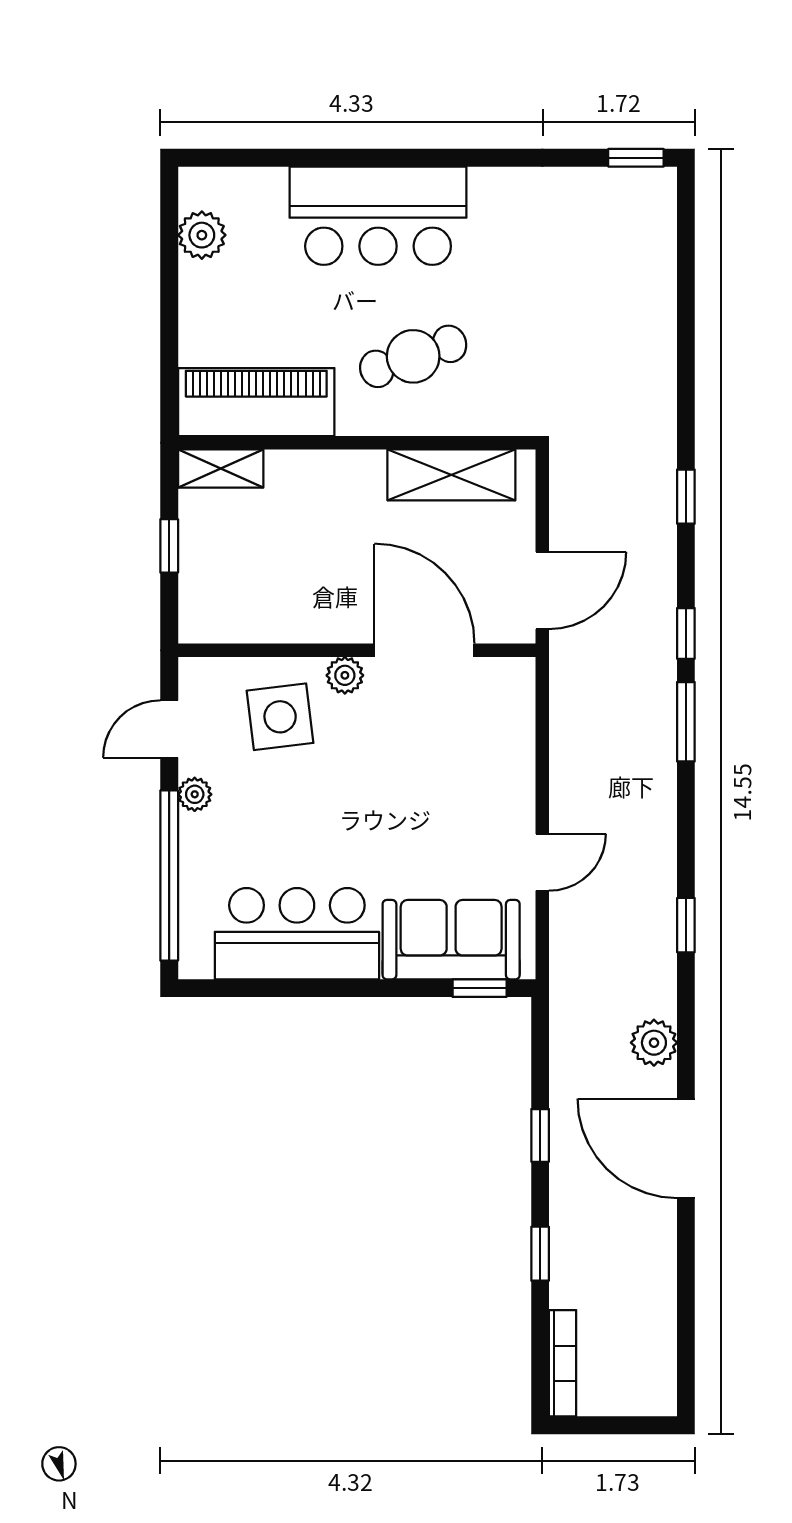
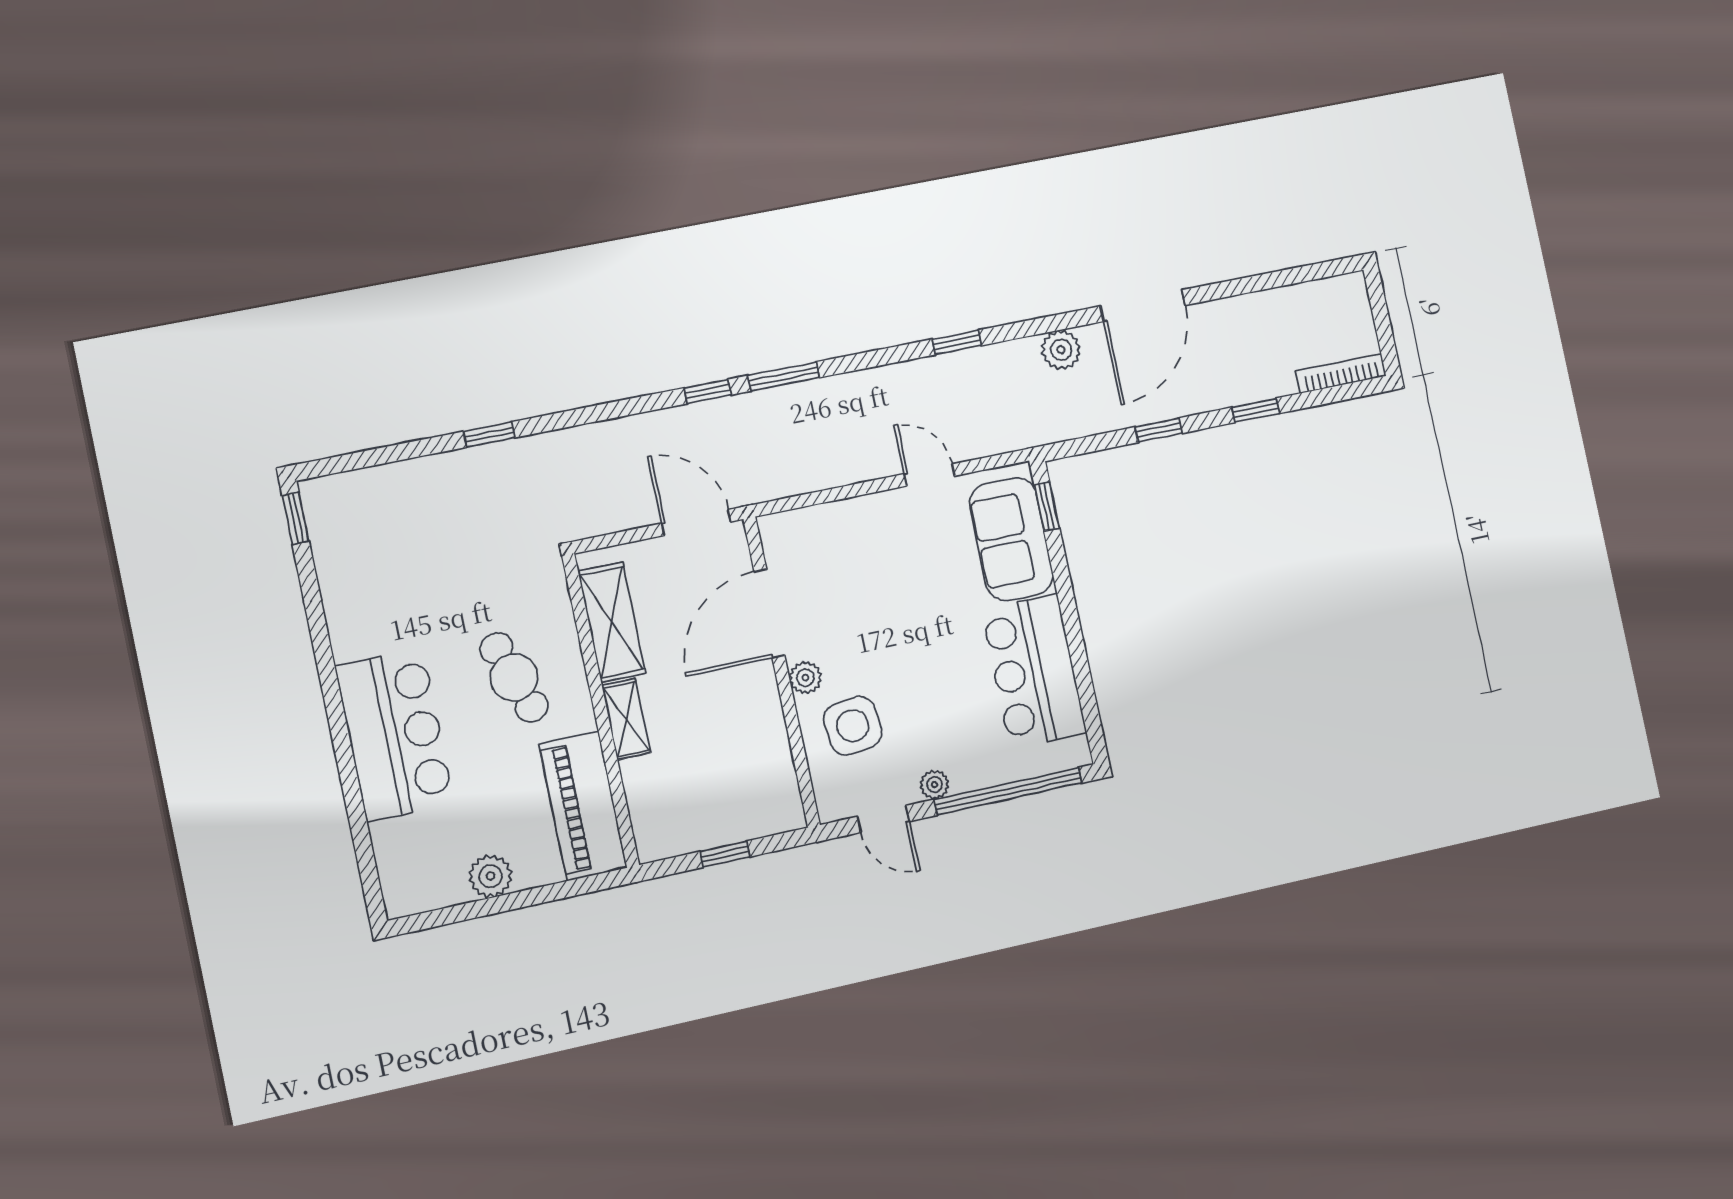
plant: (202, 235) -> (491, 876), moved
shelving: (221, 468) -> (626, 719), moved
window: (686, 497) -> (489, 435), moved

